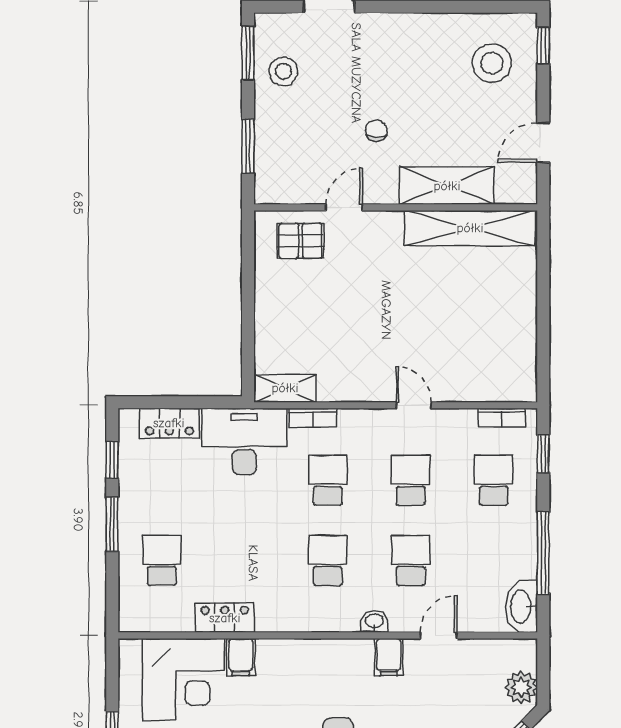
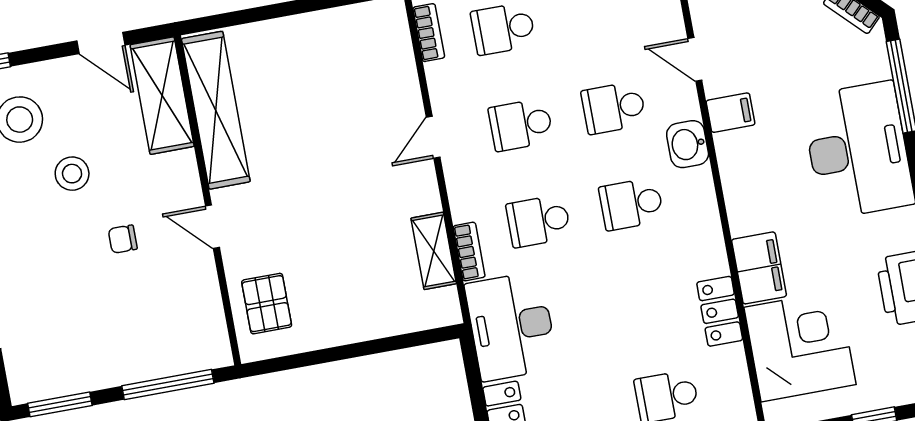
stool: (283, 71) -> (72, 174), moved
window: (248, 146) -> (168, 385), width x1.44
shelving: (447, 186) -> (162, 96), moved
door: (344, 207) -> (212, 227), moved
shelving: (285, 388) -> (434, 251), moved
washbasin: (374, 621) -> (688, 144), width x1.38, depth x1.45
filing cabinet: (241, 657) -> (759, 268), width x2.00

